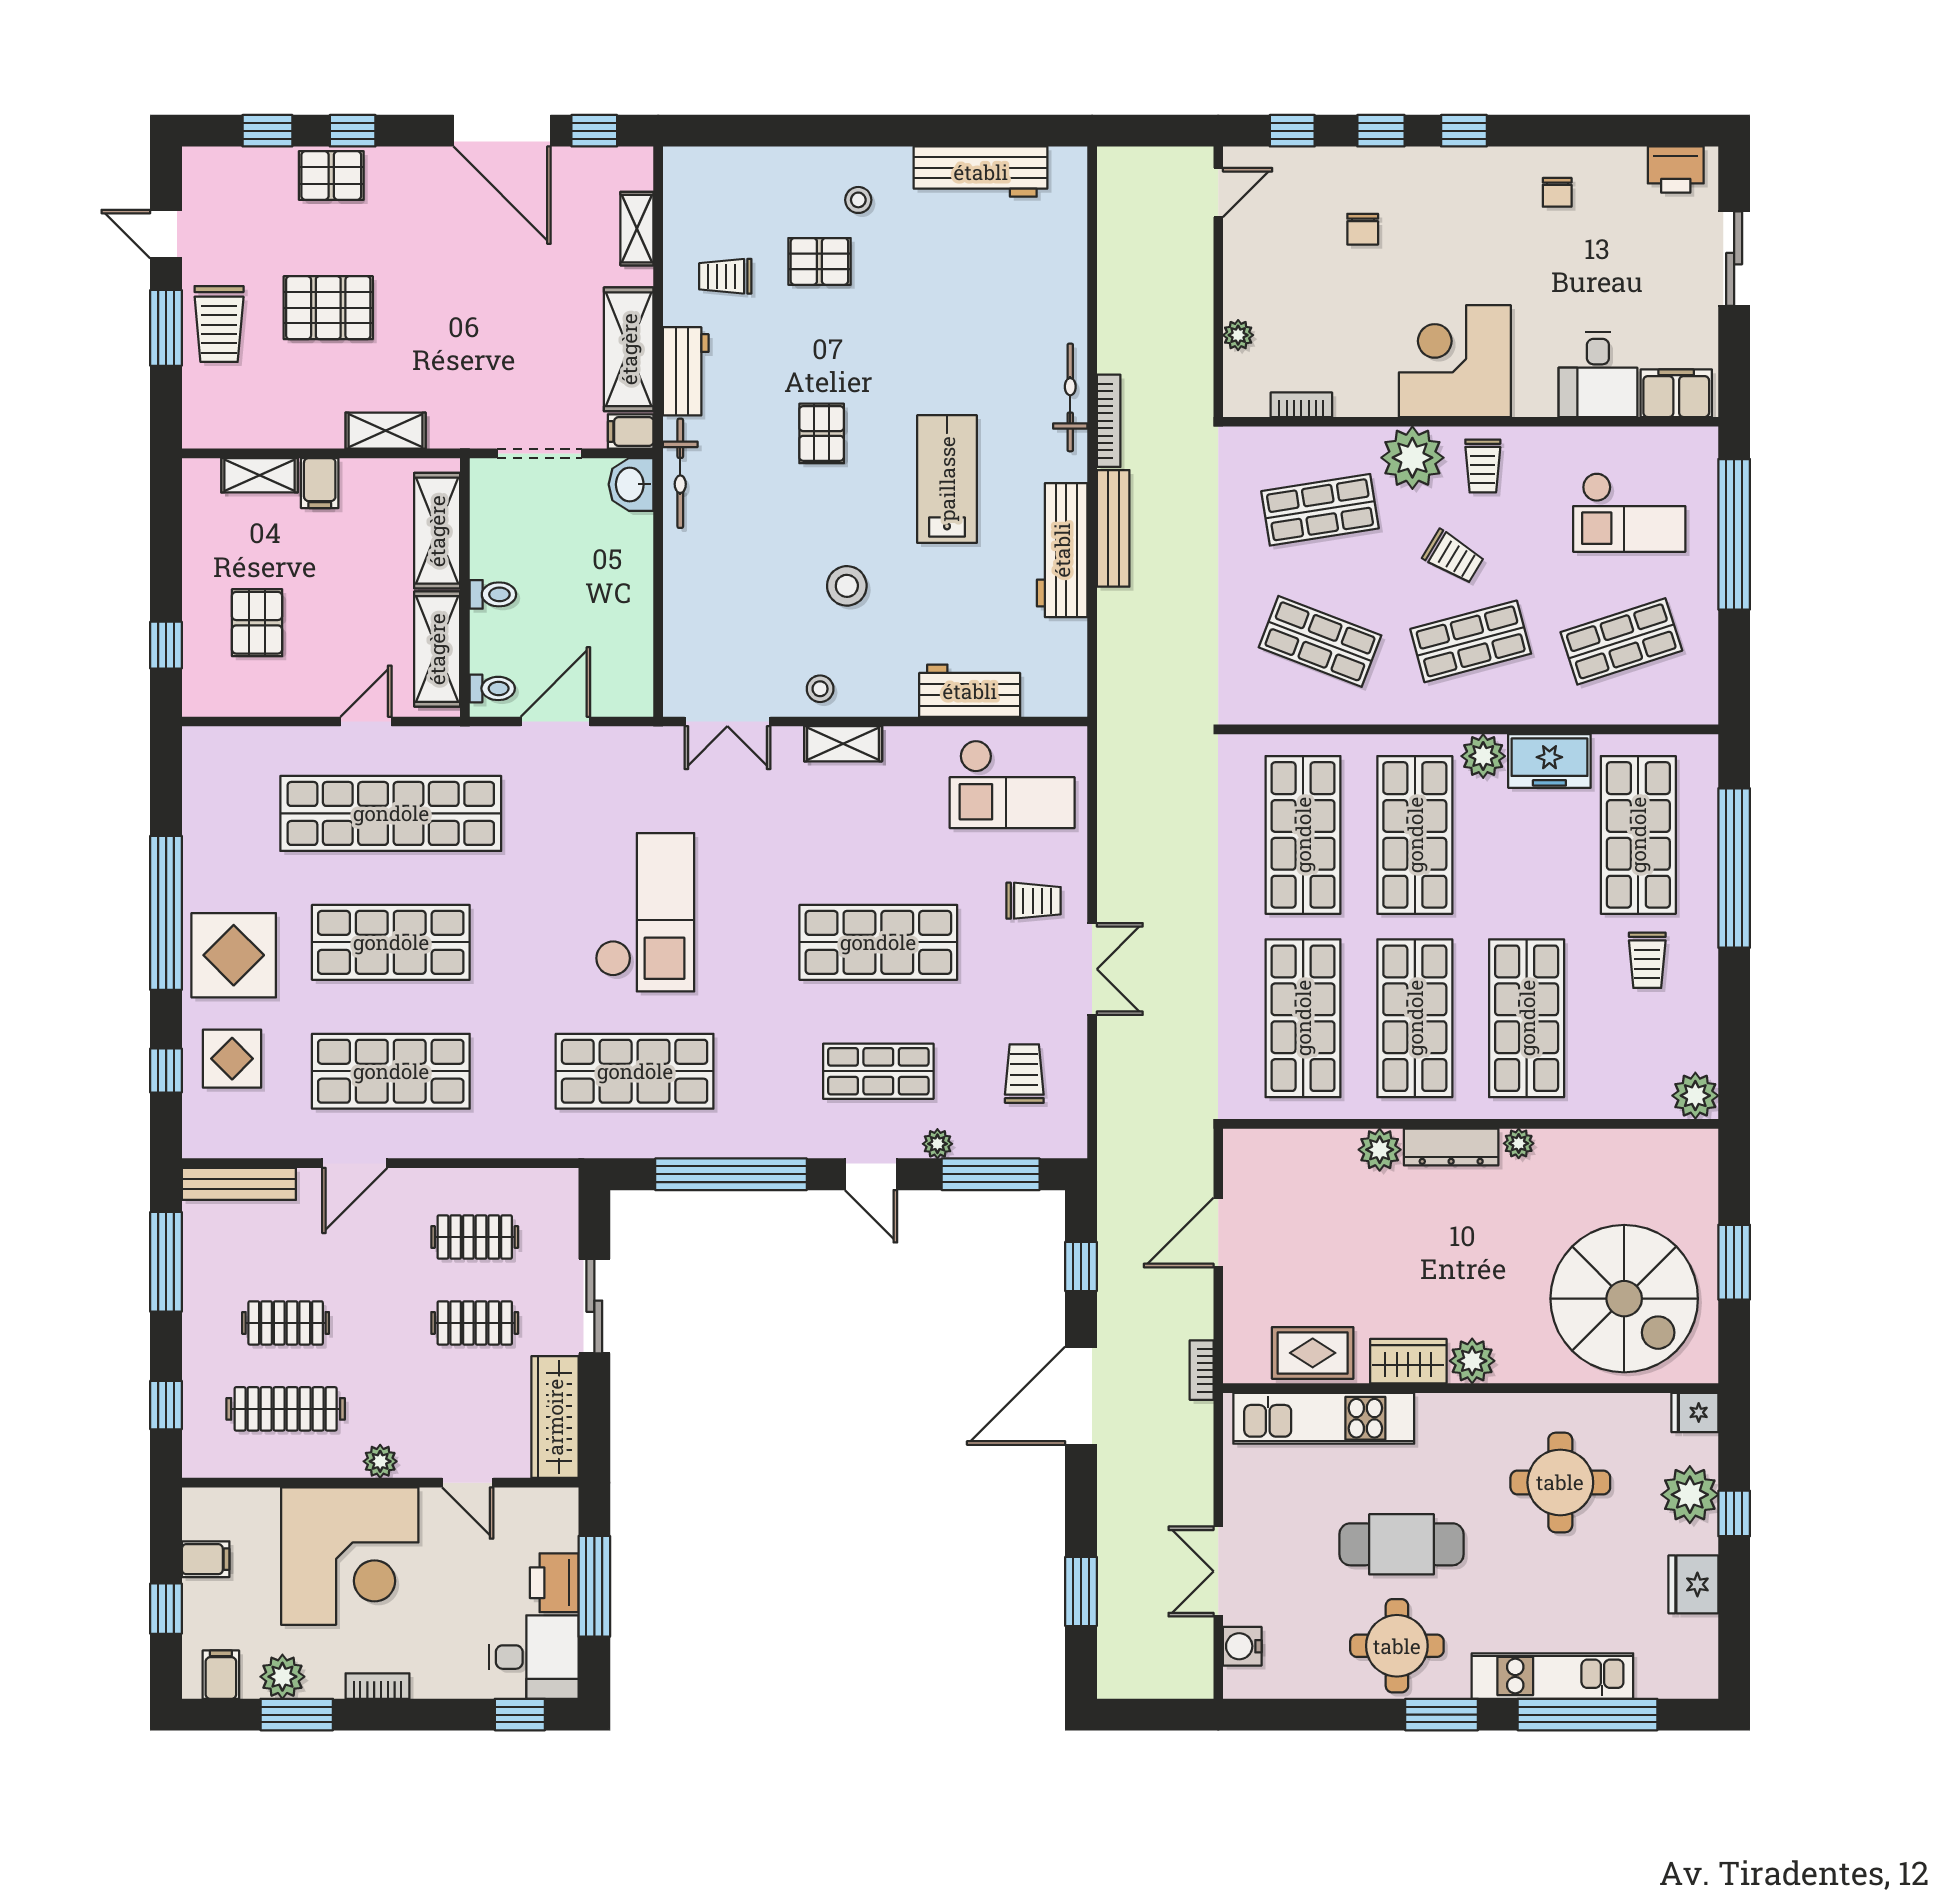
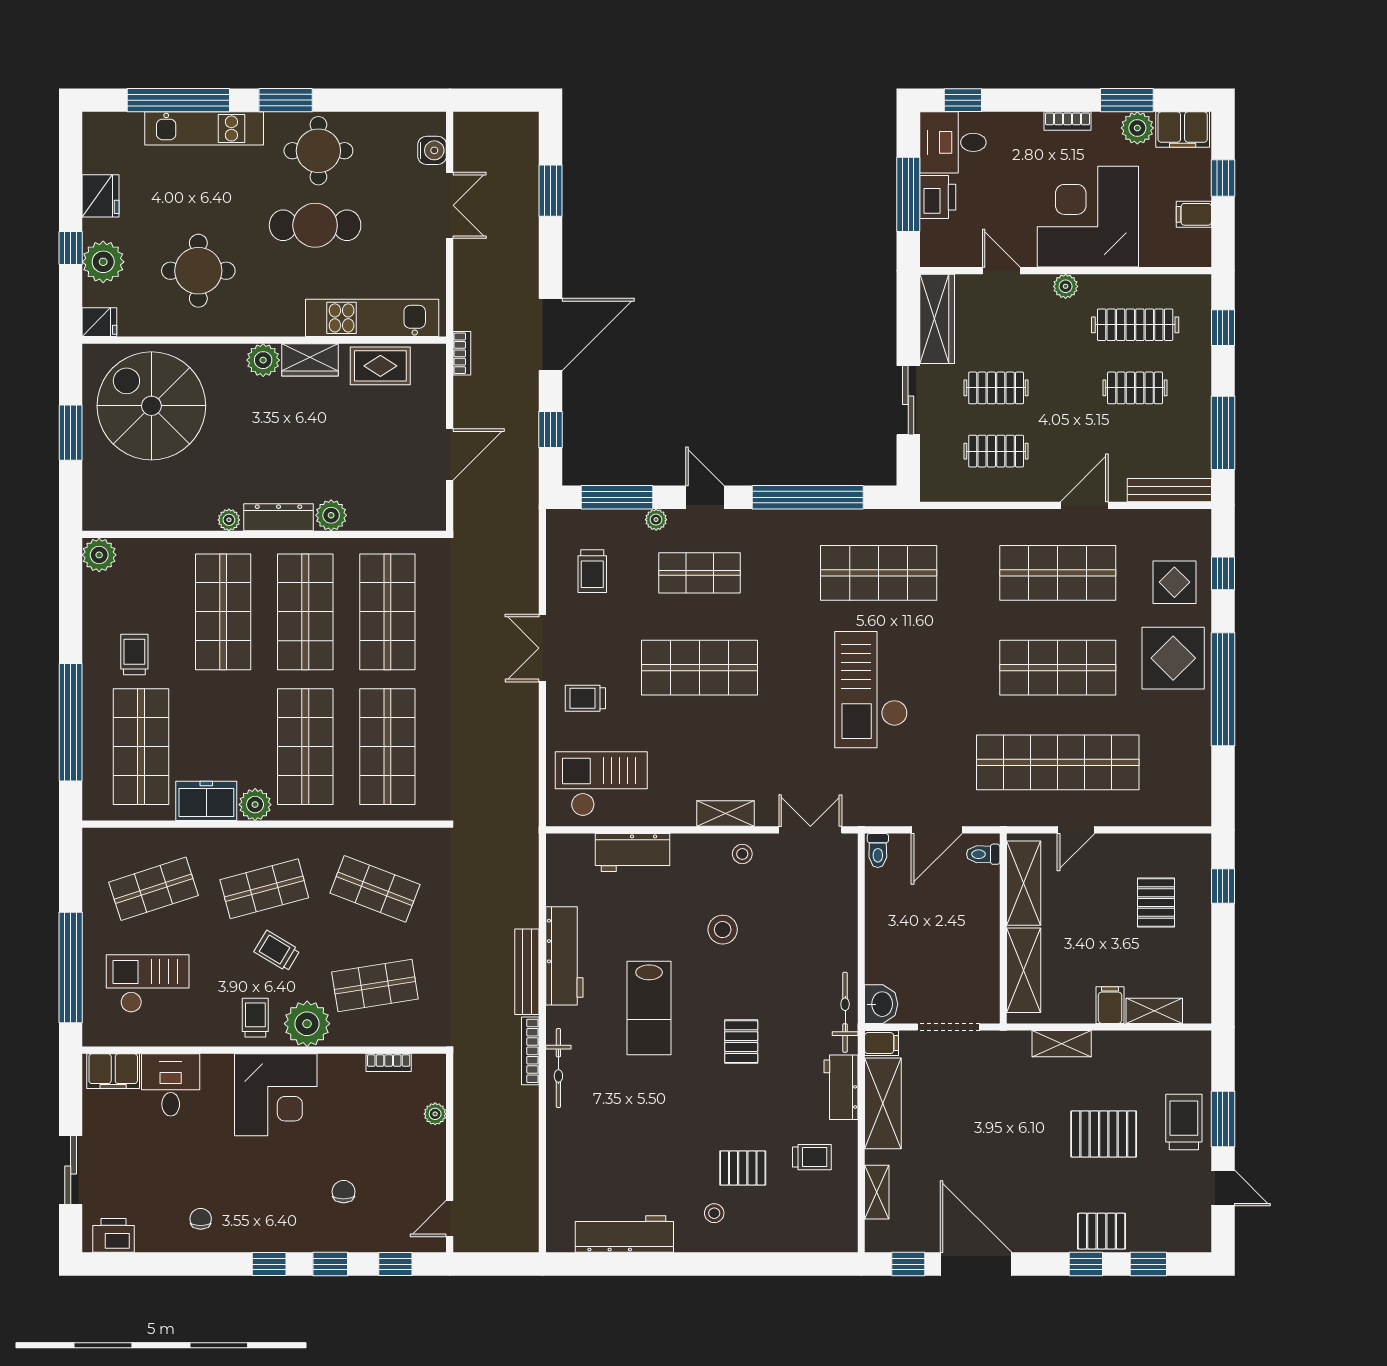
toilet: (493, 594) -> (878, 850), moved, turned -90
filing cabinet: (221, 1675) -> (1183, 130), width x2.00

